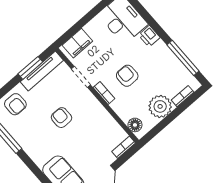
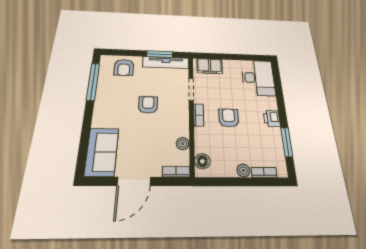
printer: (149, 36) -> (272, 118), moved
window: (183, 58) -> (287, 142), width x0.69
plant: (160, 106) -> (243, 170), width x0.53, depth x0.53
plant: (111, 124) -> (183, 144), added

